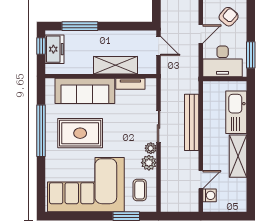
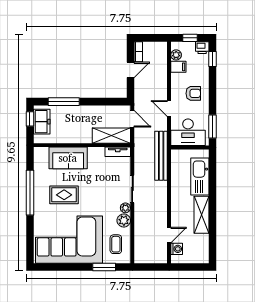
armchair: (229, 17) -> (193, 93), turned 49
door: (201, 34) -> (169, 108), swing flipped
shelving: (116, 65) -> (111, 136), moved
tv unit: (130, 84) -> (118, 152), moved
sofa: (85, 91) -> (68, 158), width x0.73
bench: (192, 122) -> (161, 156), moved
rug: (80, 133) -> (64, 195), width x0.73, depth x0.70

